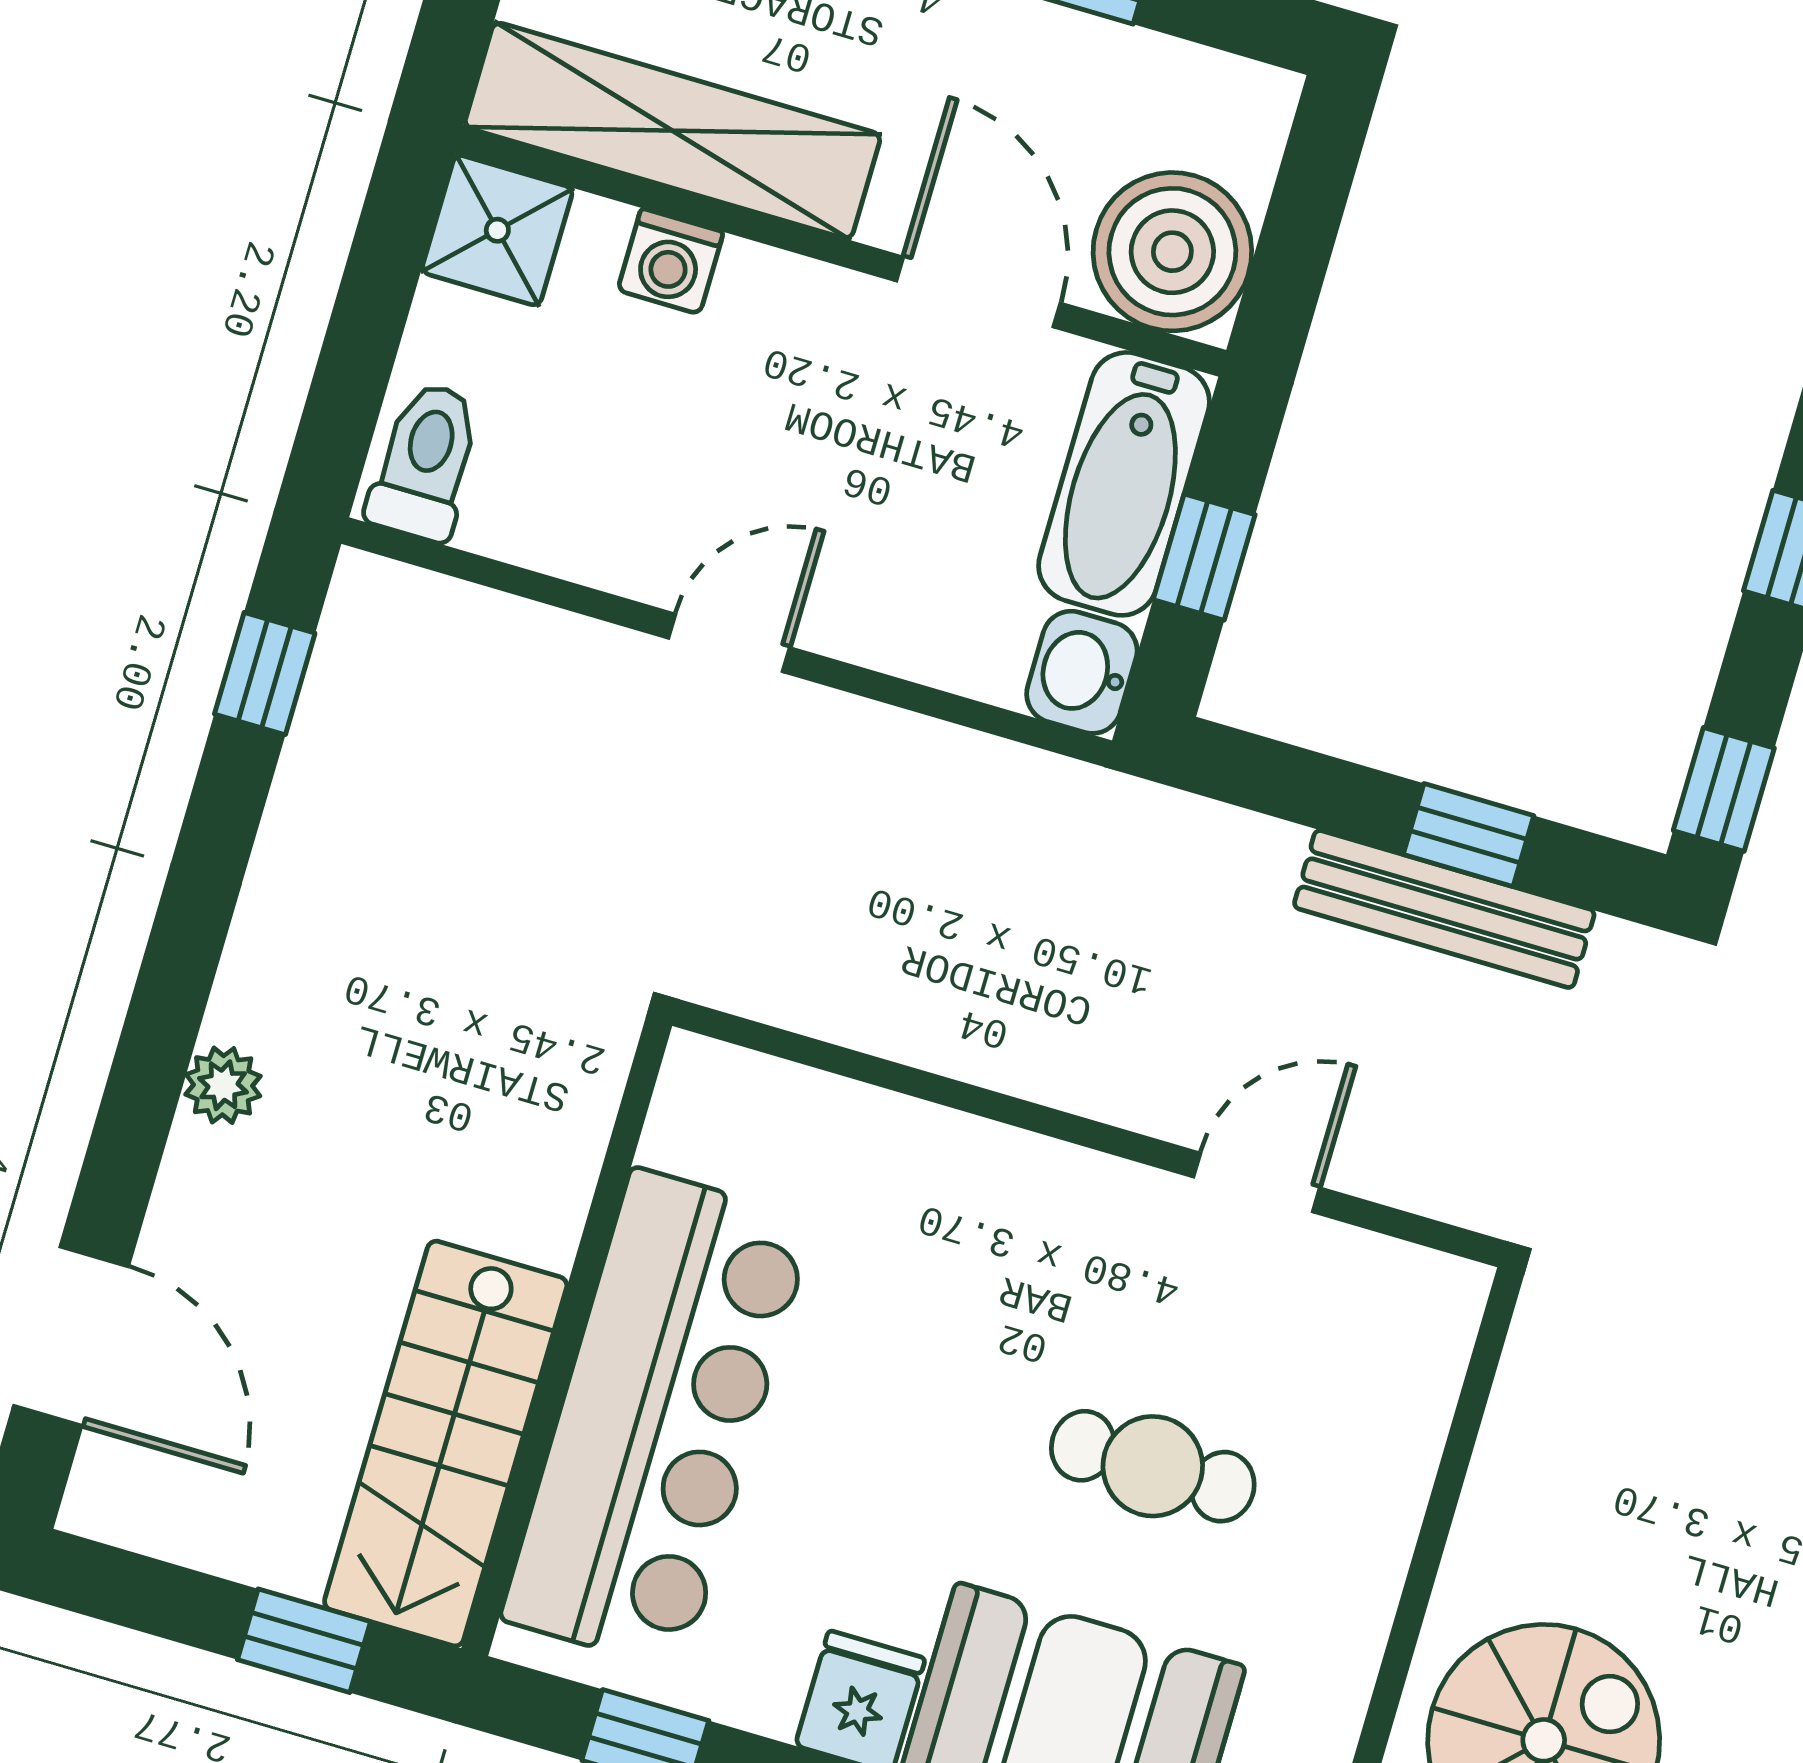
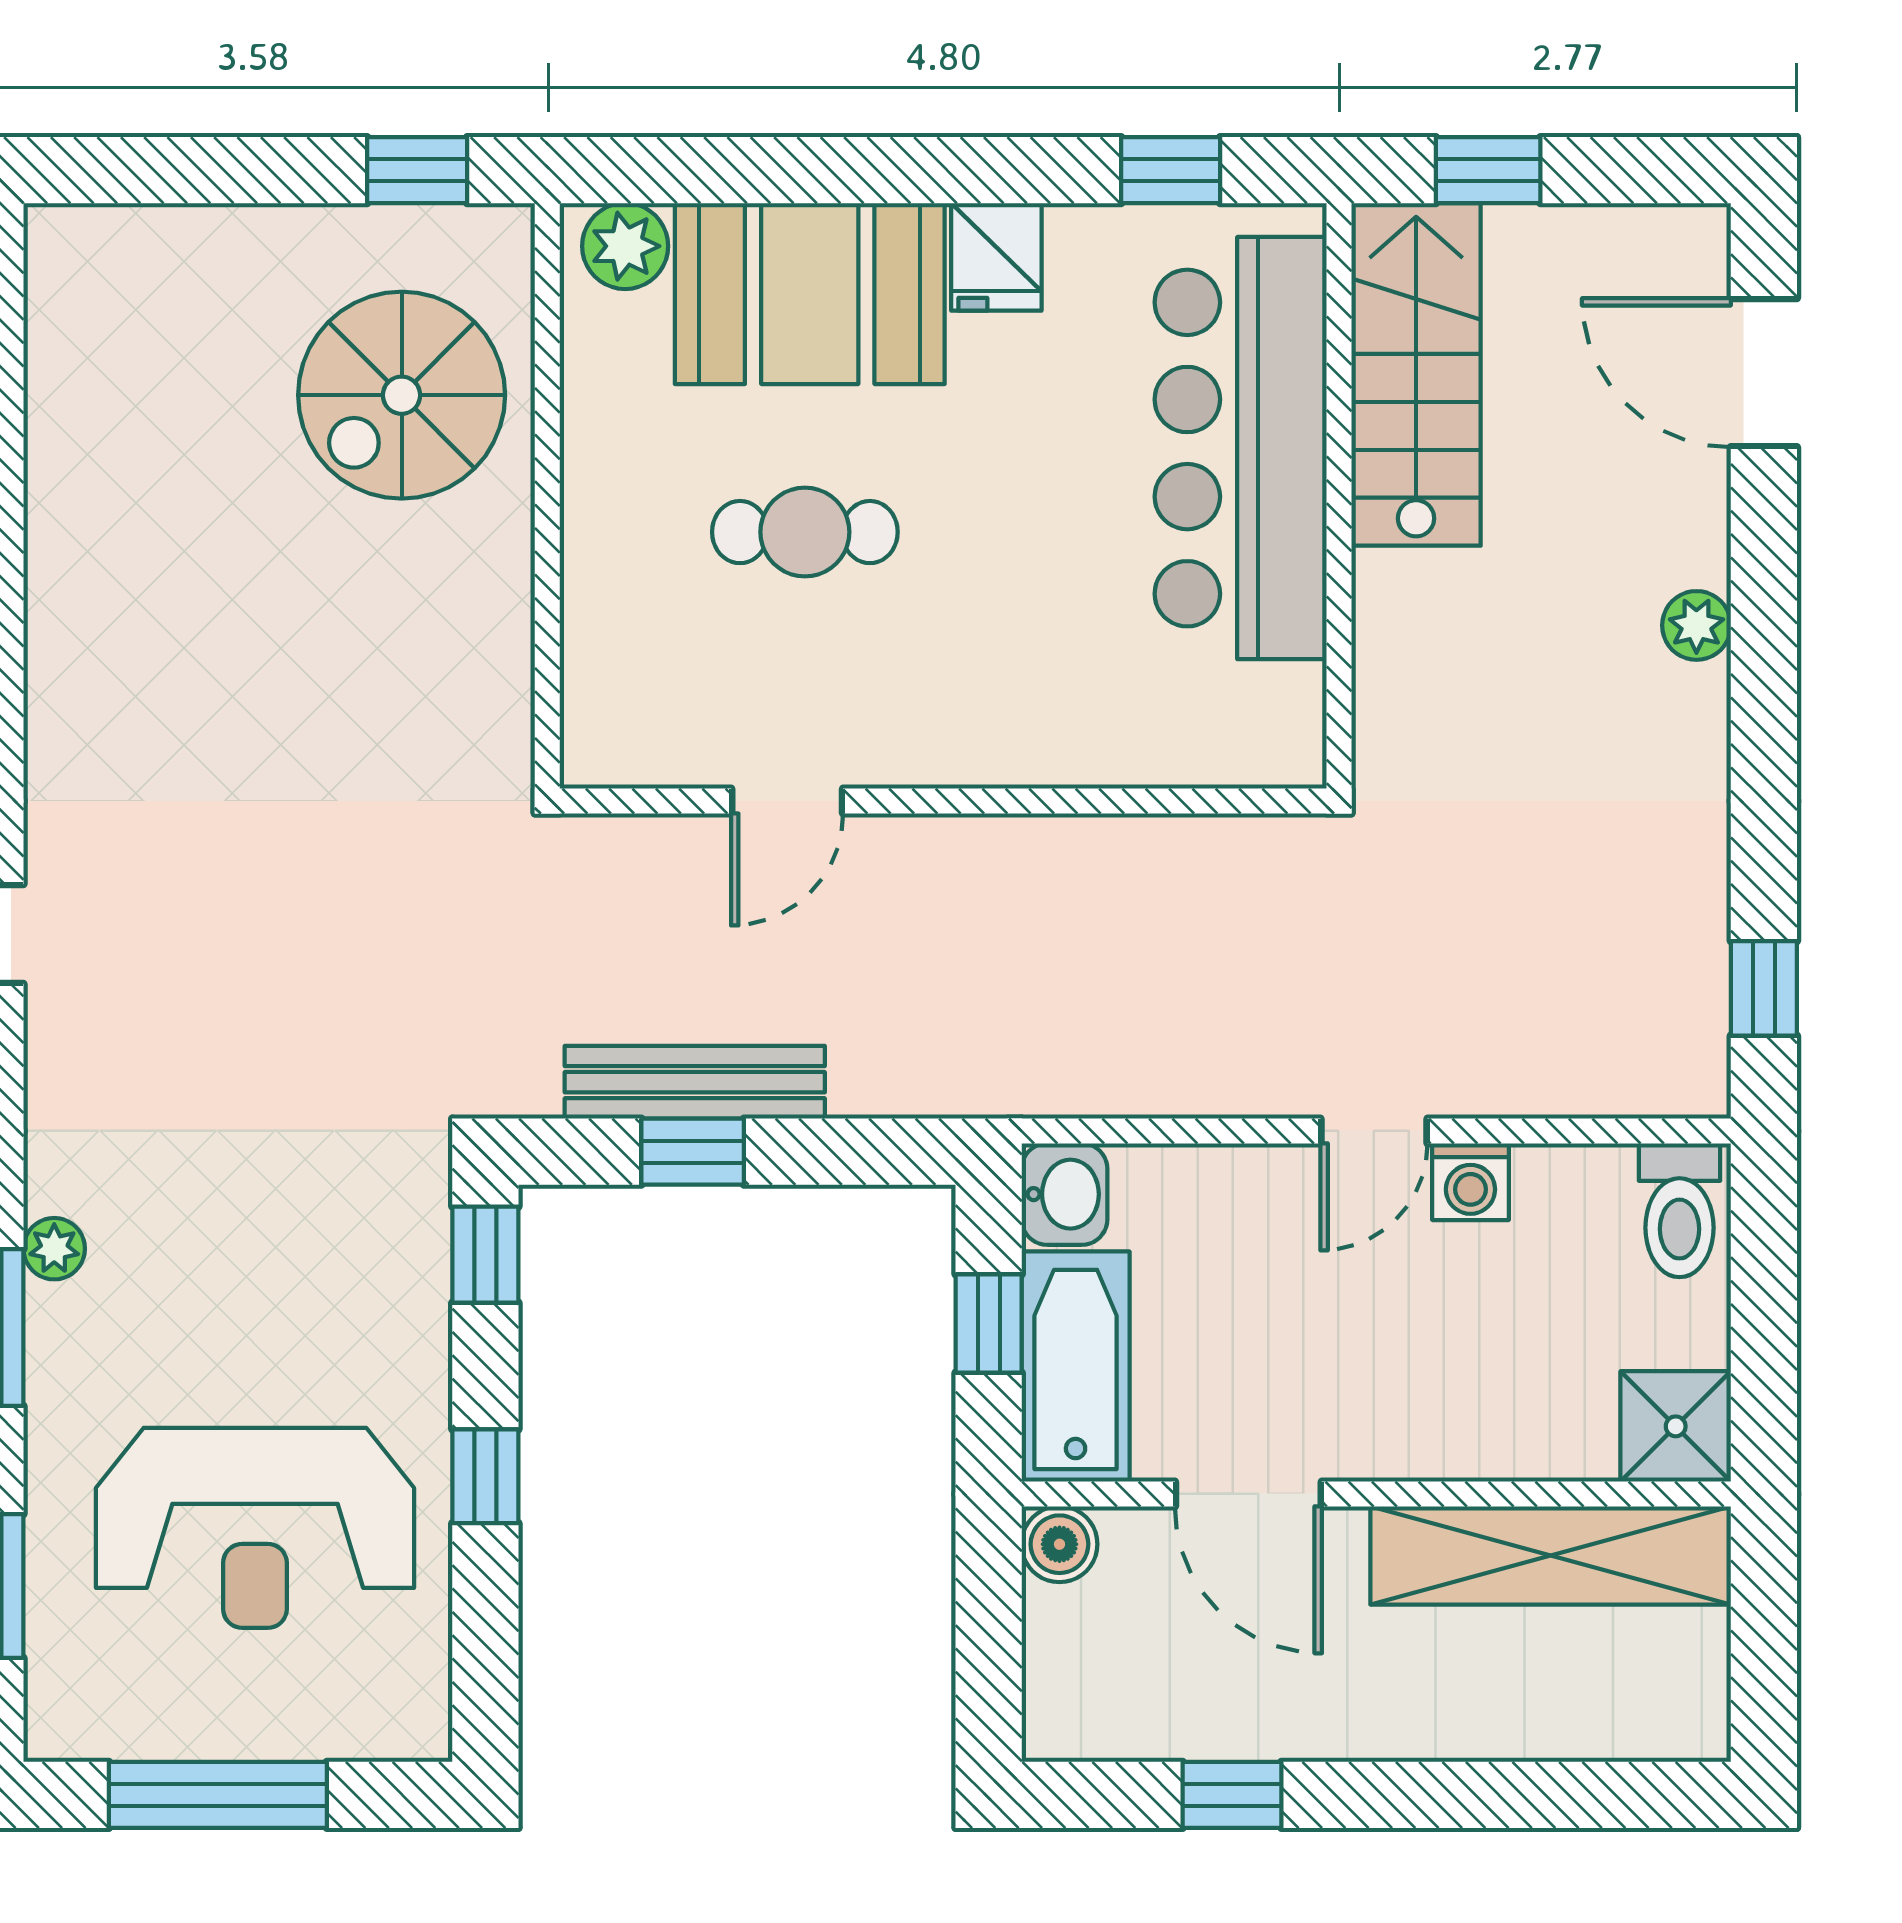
boiler: (1172, 252) -> (1059, 1544), width x0.54, depth x0.54
washing machine: (670, 261) -> (1470, 1182), moved, turned 180

